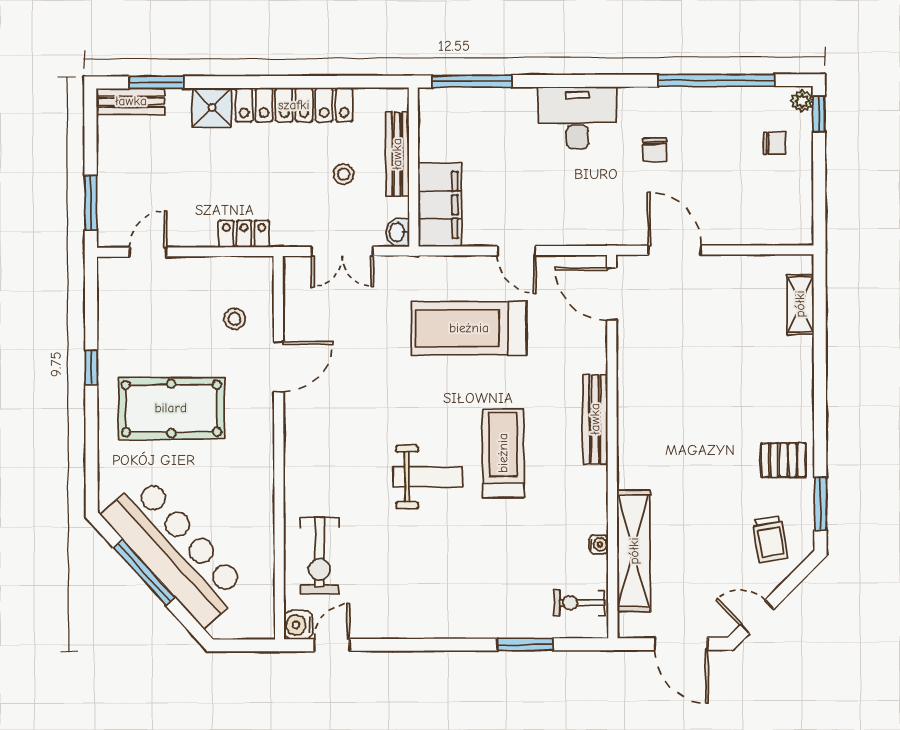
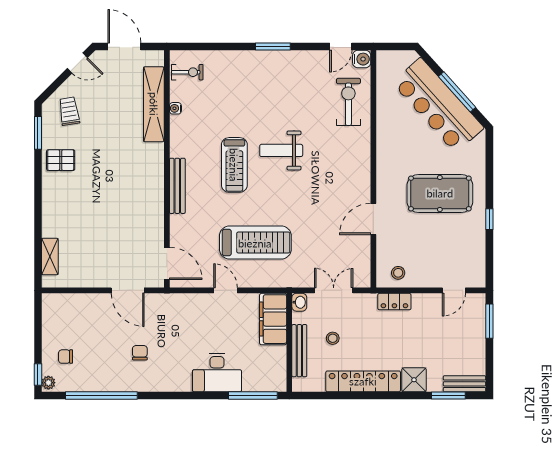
desk: (577, 118) -> (217, 373), moved
stool: (235, 319) -> (398, 273), moved
window: (525, 644) -> (273, 46), moved

